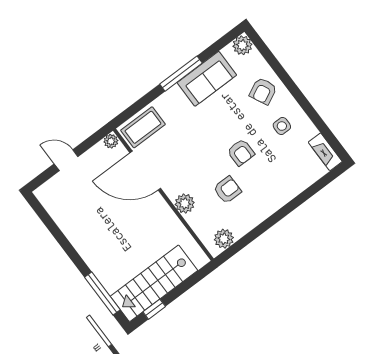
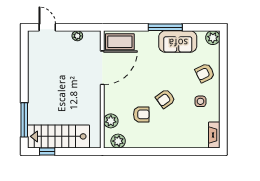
plant: (111, 141) -> (77, 36), moved
armchair: (241, 152) -> (165, 99), turned 54
door: (66, 160) -> (47, 27), moved
door: (145, 171) -> (102, 68), swing flipped
plant: (185, 203) -> (111, 121), moved

